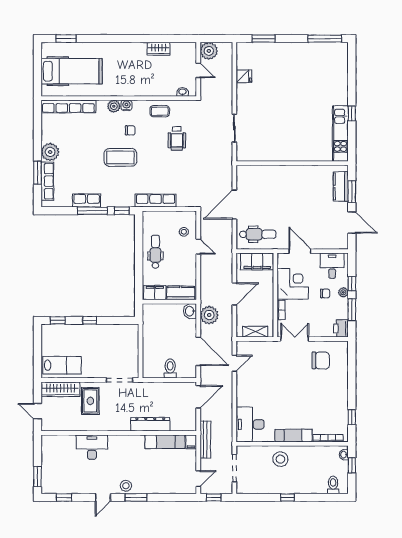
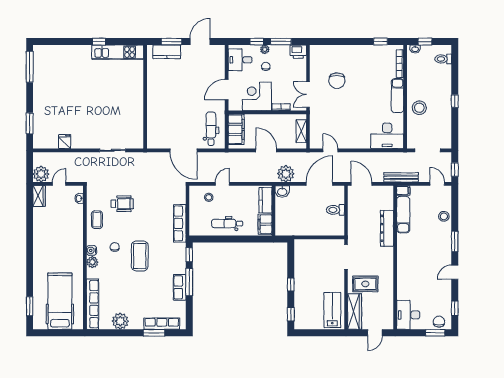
wardrobe: (159, 49) -> (39, 196), moved
plant: (50, 152) -> (120, 321), moved
chair: (321, 360) -> (337, 81), moved, turned 180
desk: (92, 447) -> (408, 315), moved
chair: (50, 480) -> (439, 322), added
stool: (126, 486) -> (444, 216), moved
door: (103, 497) -> (455, 272), swing flipped

